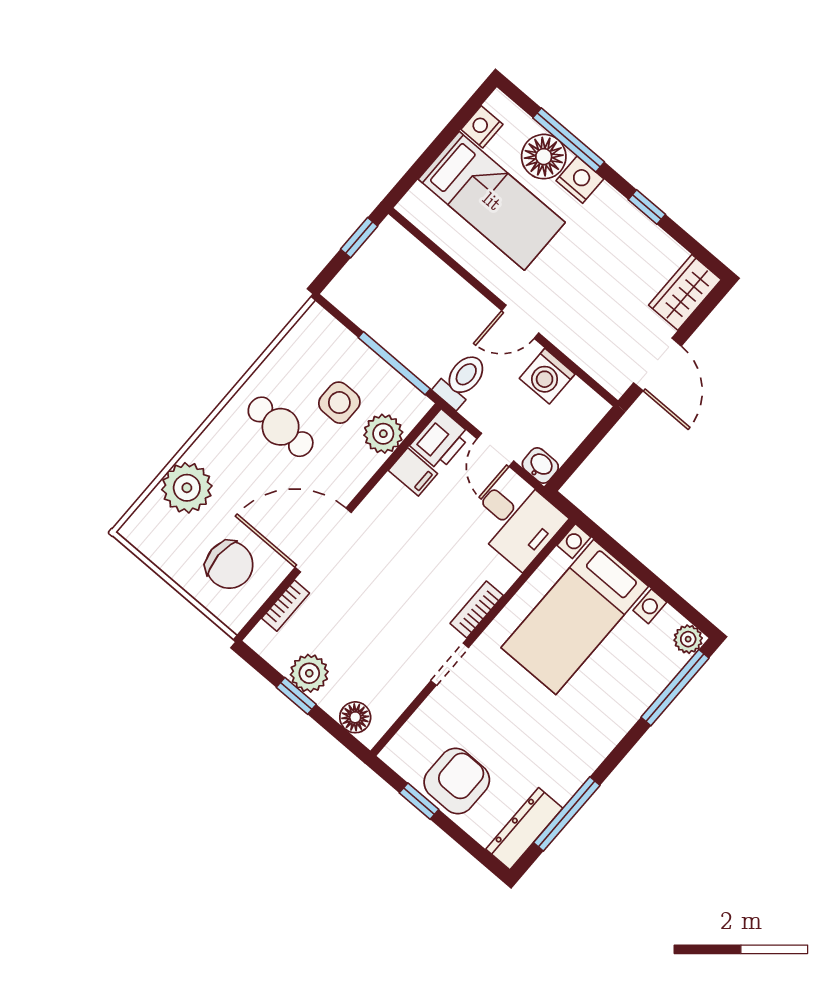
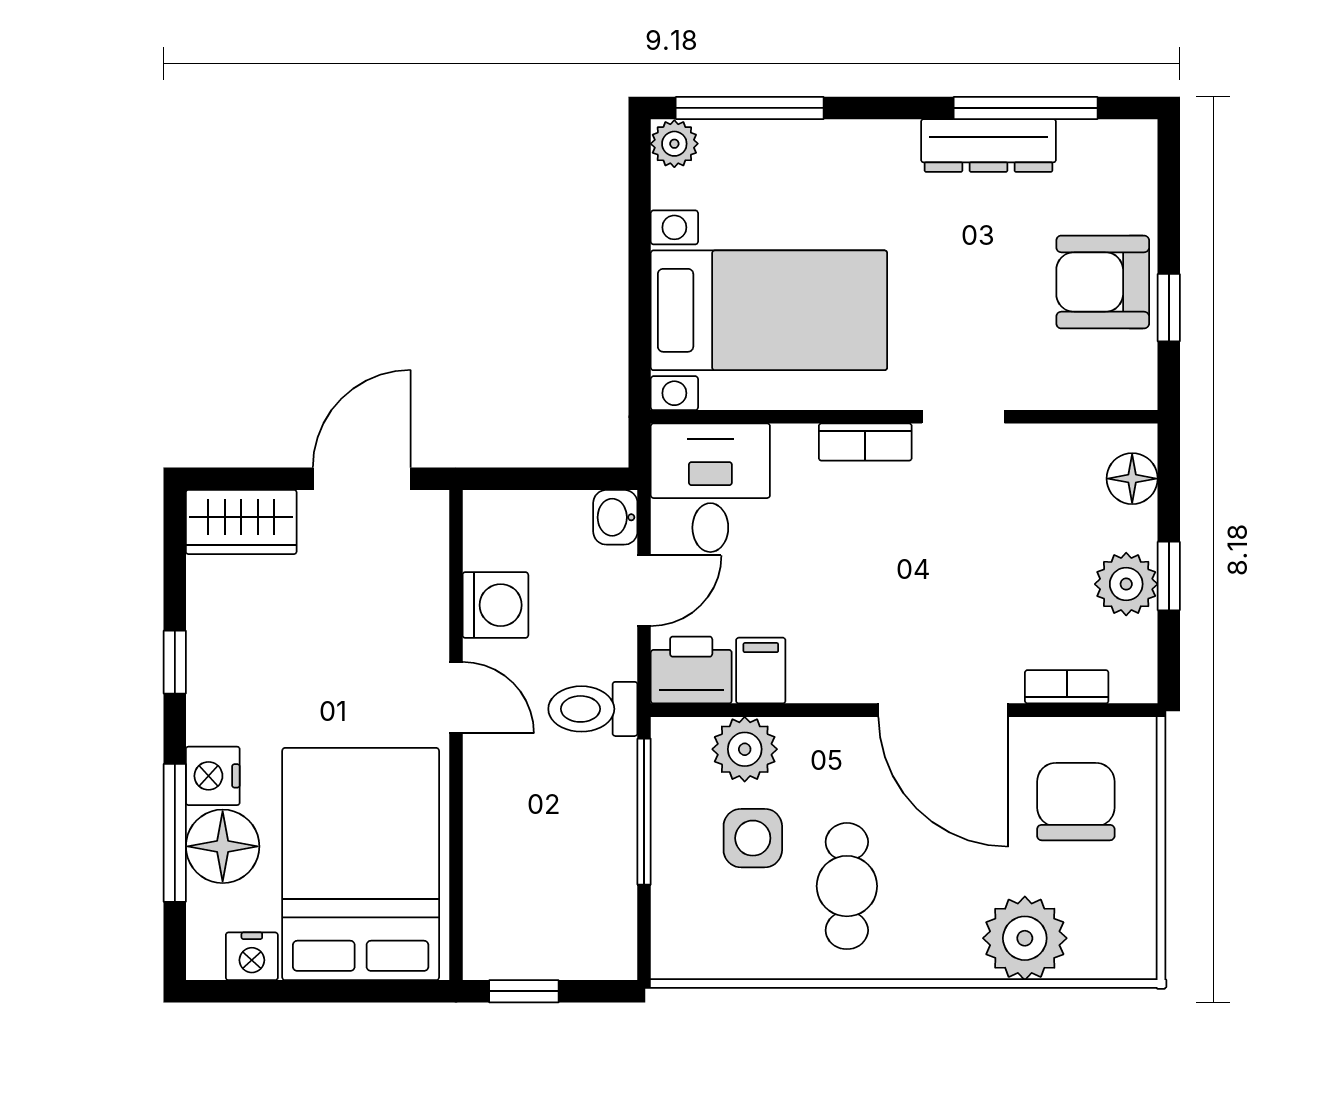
bed: (492, 201) -> (361, 864), width x1.50
dresser: (524, 829) -> (988, 145), moved

